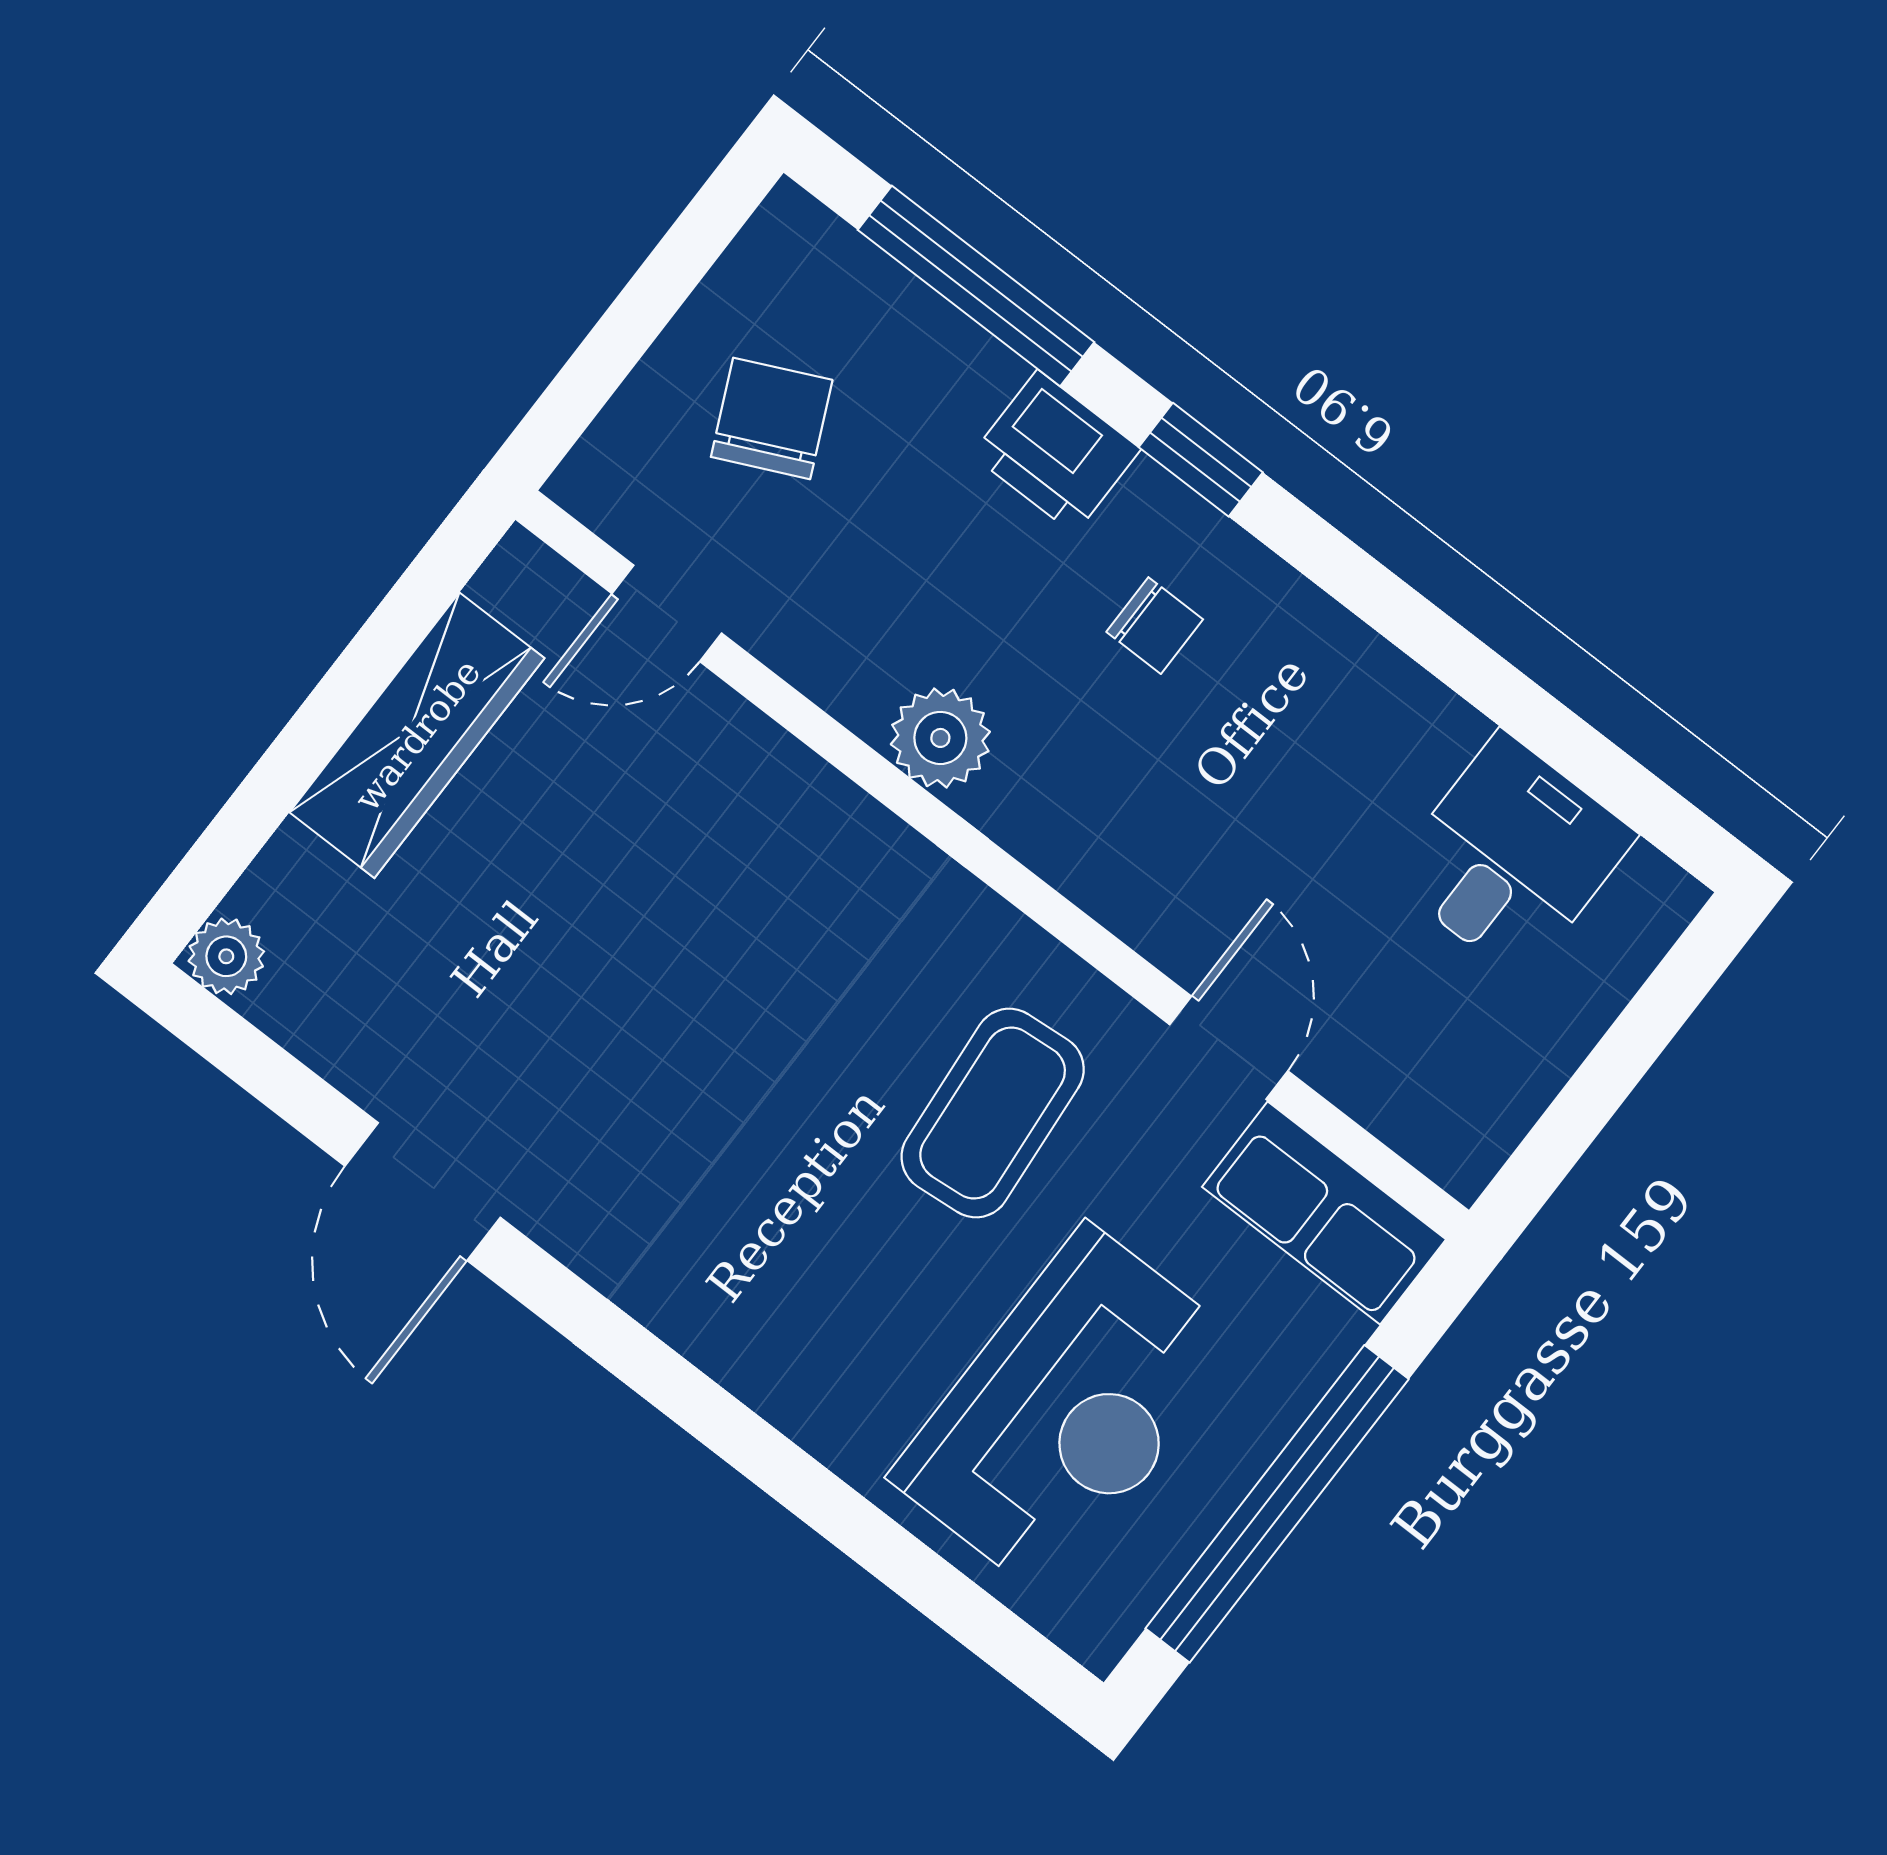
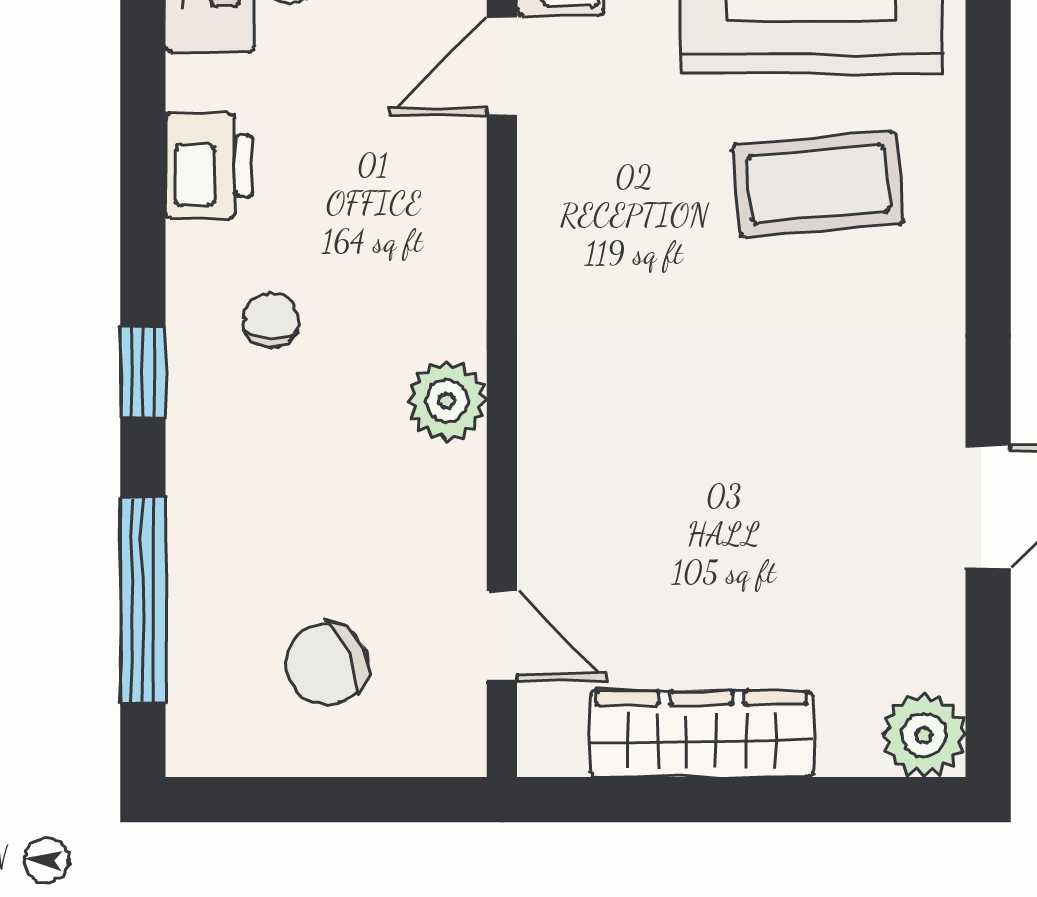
printer: (1056, 452) -> (209, 166), moved
plant: (226, 956) -> (924, 735), width x1.38, depth x1.38
coffee table: (993, 1113) -> (818, 184), moved

